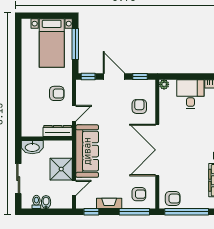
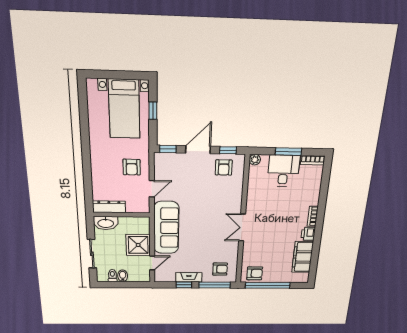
window: (75, 44) -> (153, 111), width x0.46
door: (114, 76) -> (198, 150), hinge flipped
window: (193, 76) -> (288, 152), added
armchair: (57, 93) -> (132, 167), turned 90
armchair: (139, 106) -> (224, 167), moved, turned 180
dresser: (58, 131) -> (109, 207), moved
double door: (157, 150) -> (242, 228), width x0.54
window: (91, 212) -> (184, 285), moved

